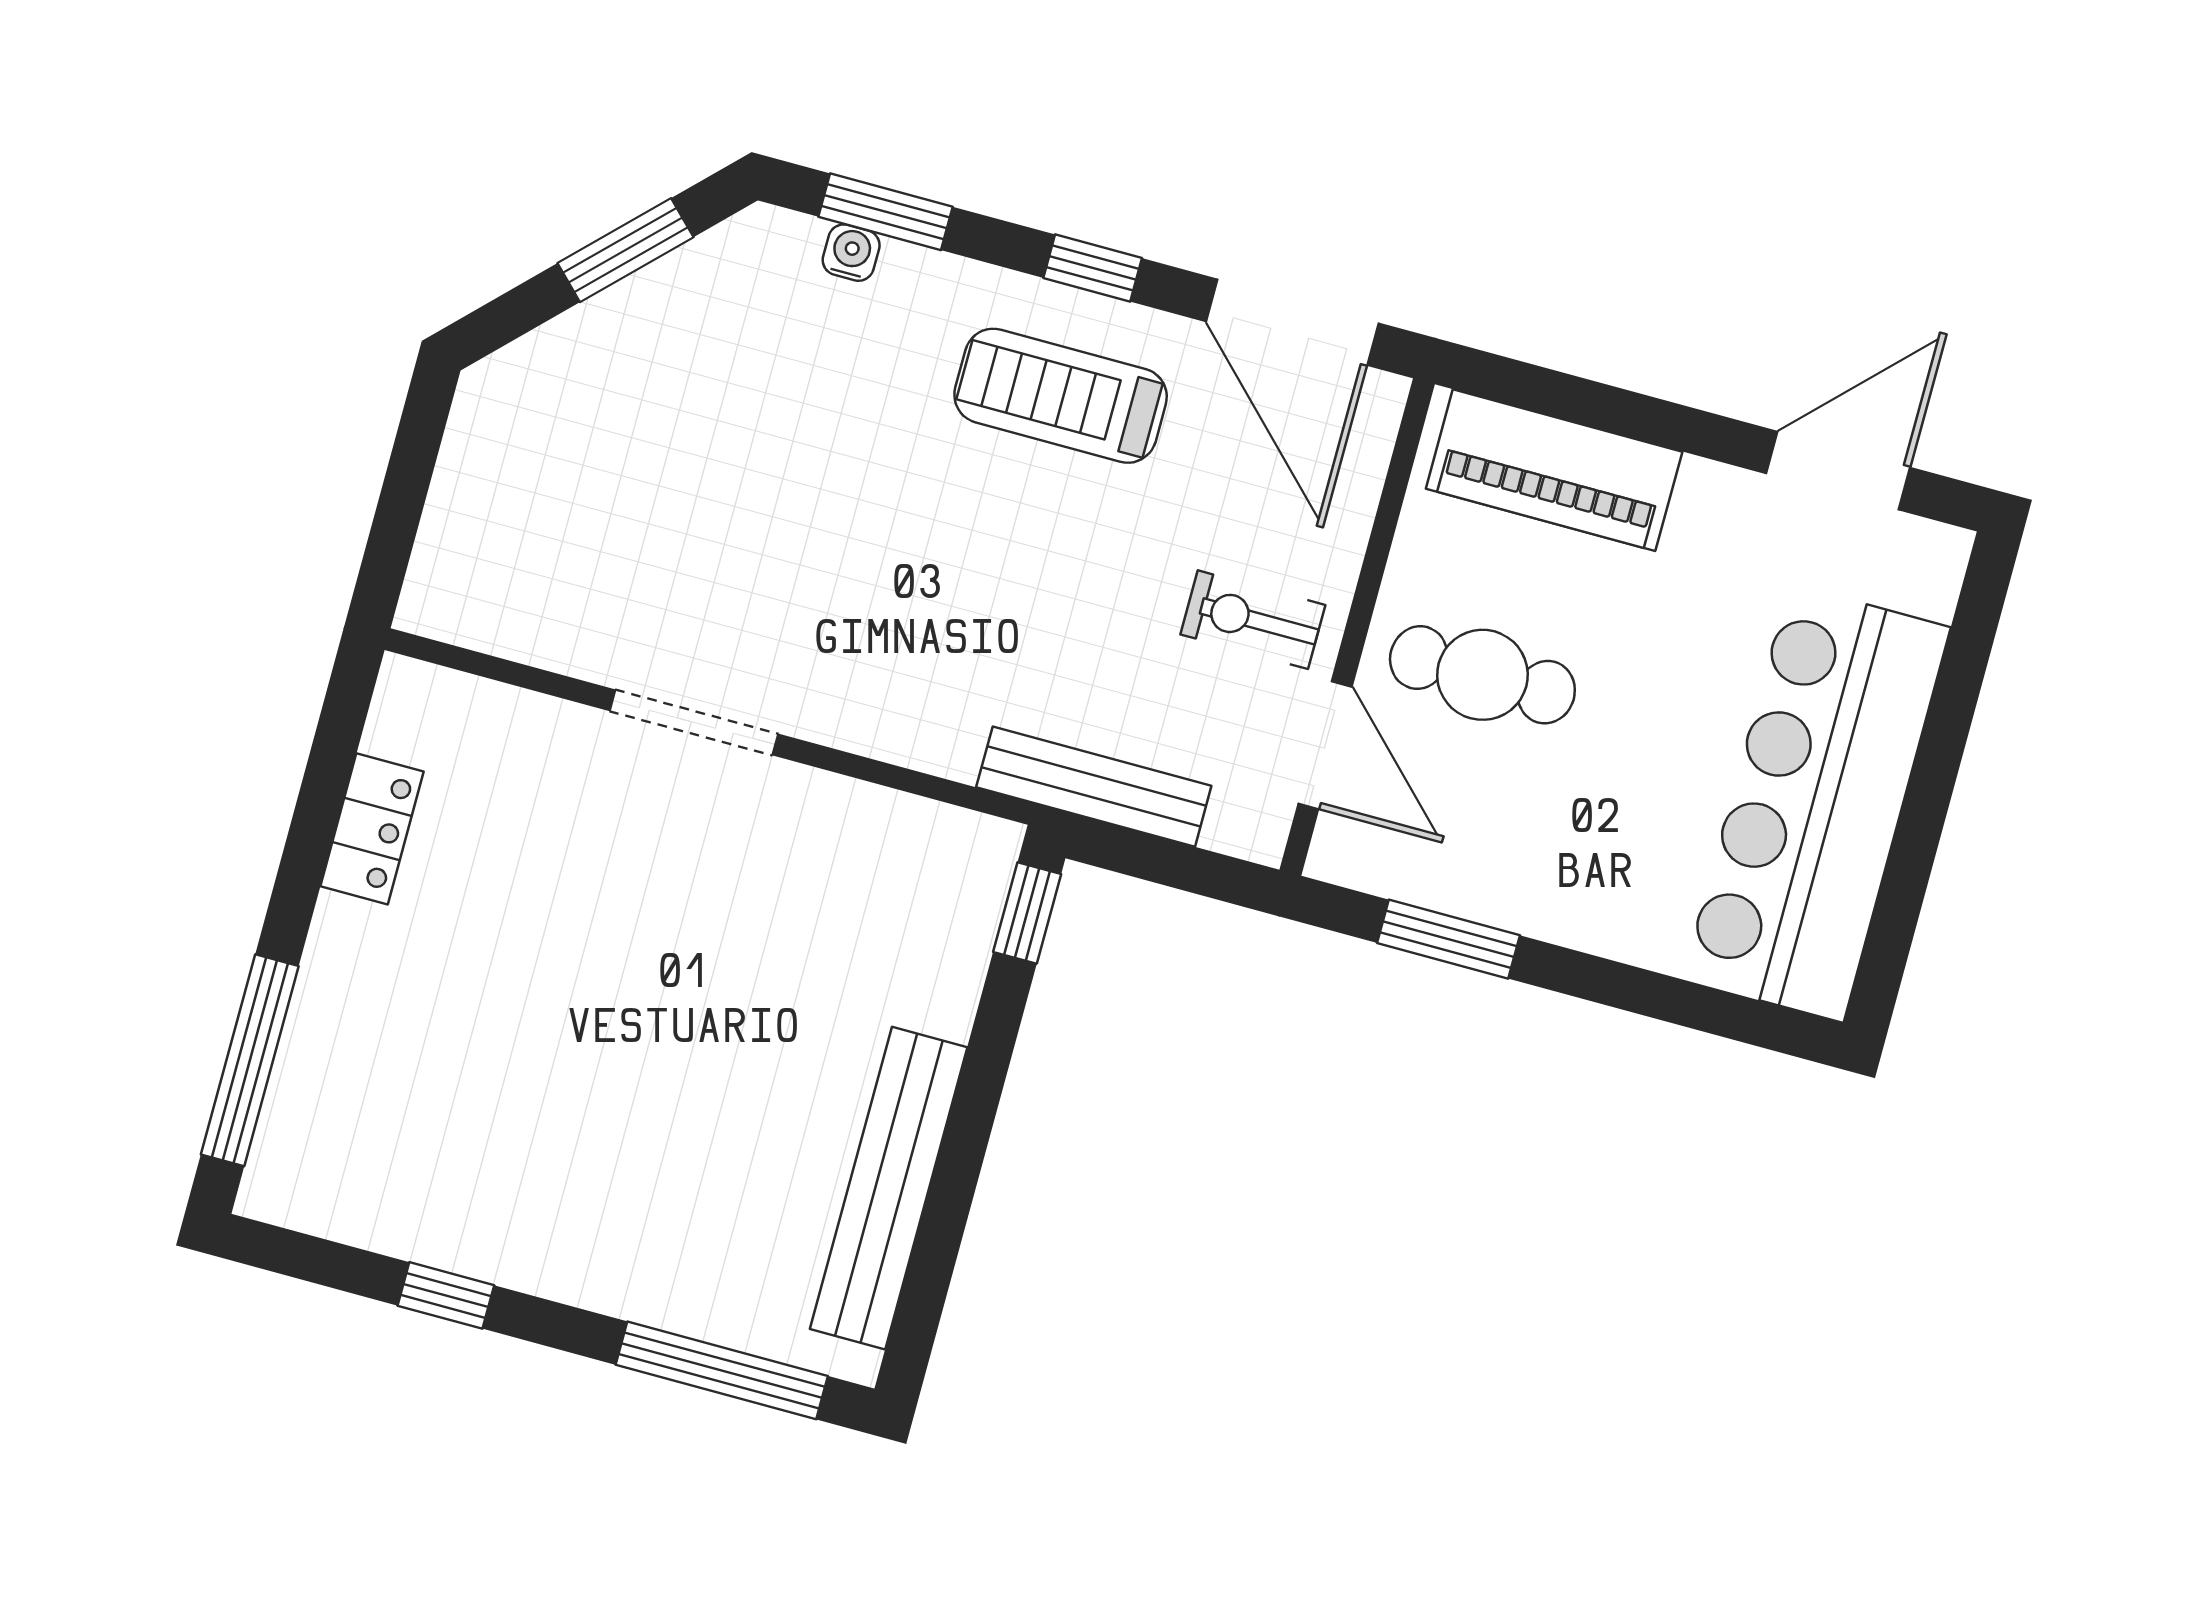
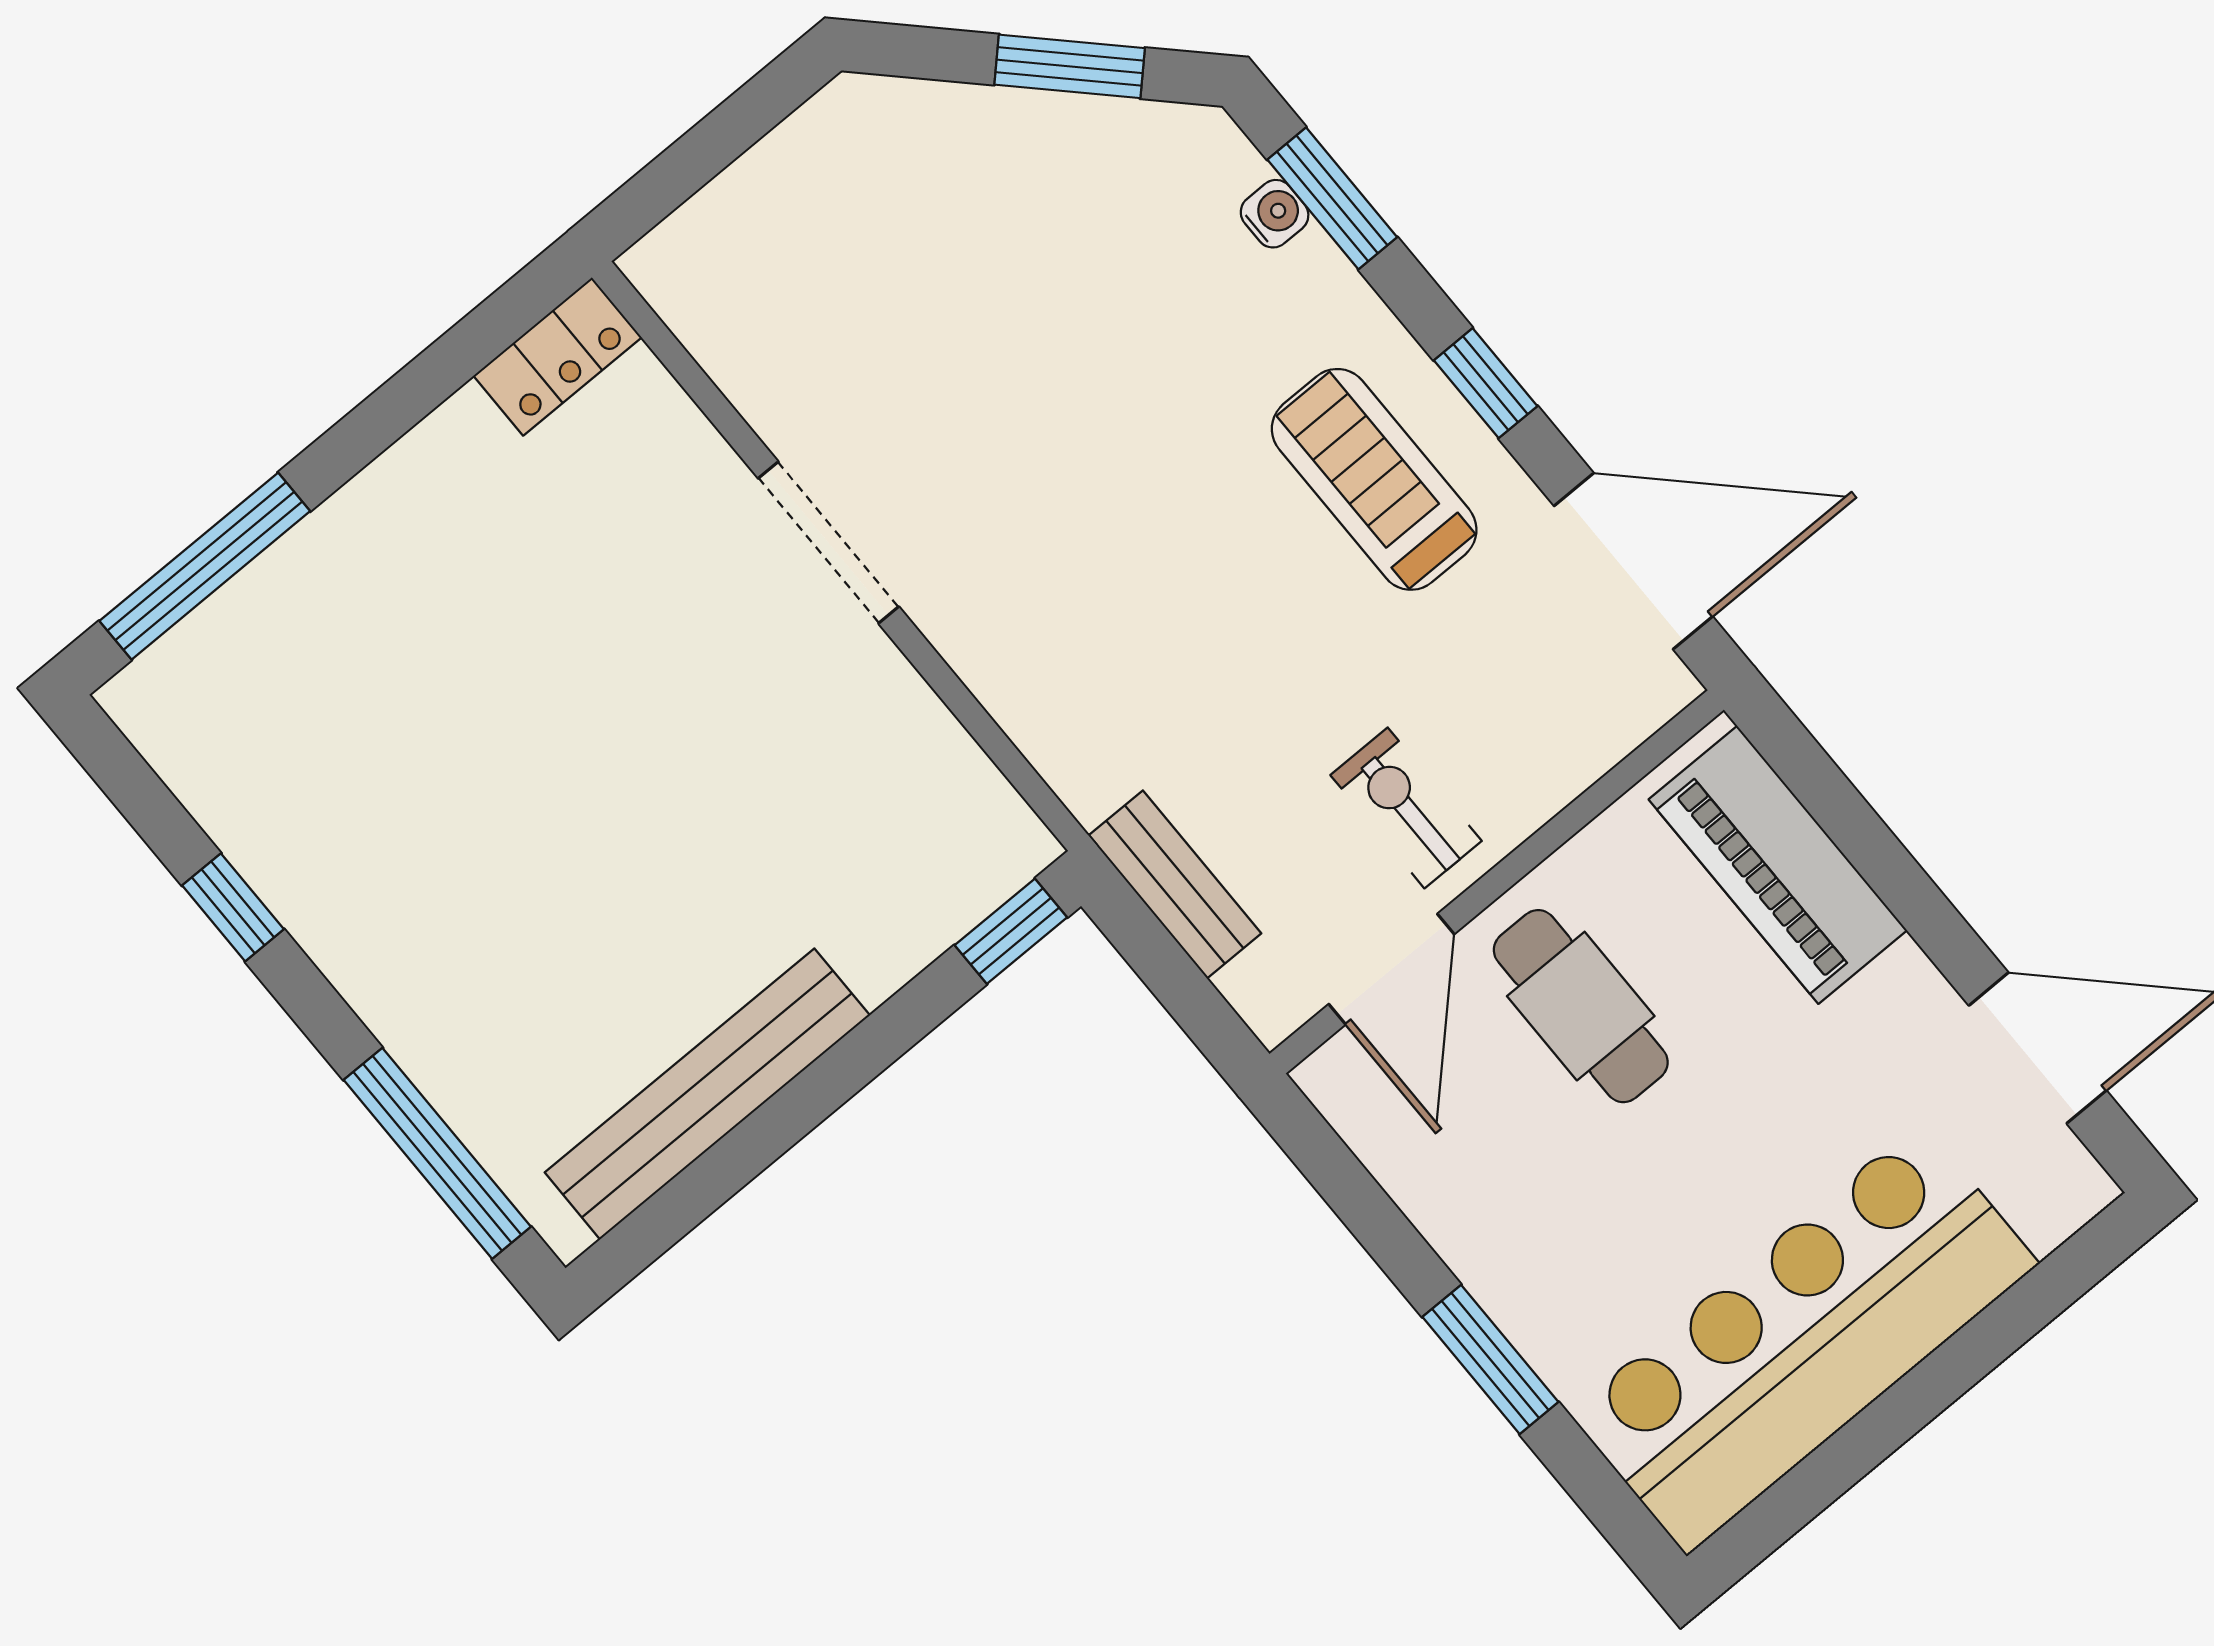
door: (1292, 322) -> (1633, 561), swing flipped
bench: (1094, 787) -> (1175, 884), width x0.73
locker: (372, 829) -> (558, 357), moved
window: (1448, 939) -> (1490, 1359), moved

